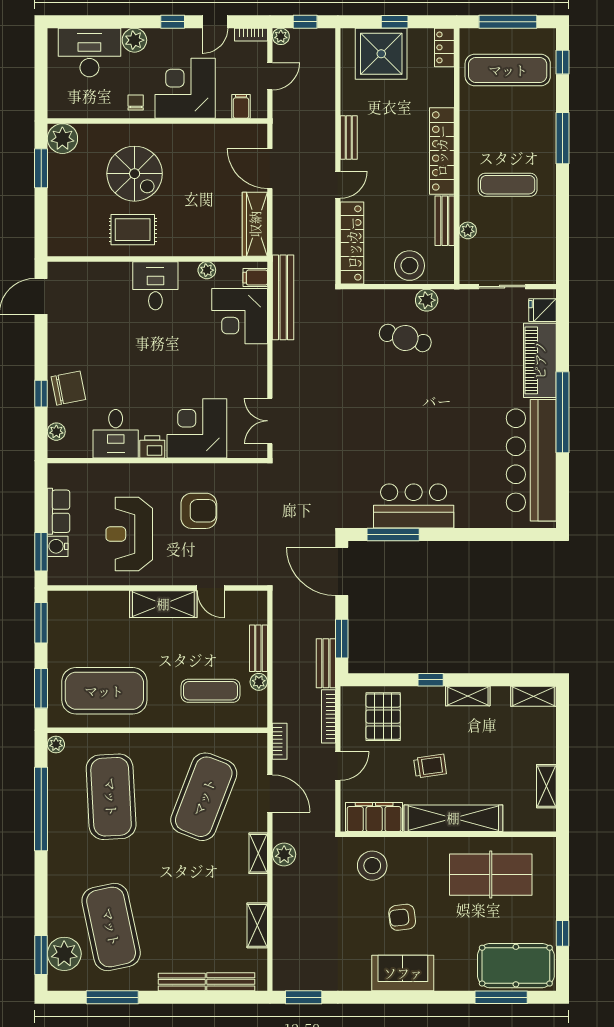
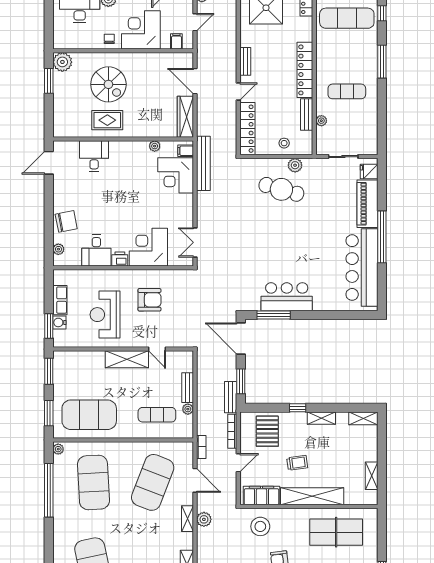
stool: (409, 266) -> (284, 143), width x0.53, depth x0.53
desk: (155, 286) -> (94, 156), moved
cafe table: (405, 338) -> (281, 189), width x1.37, depth x1.35
window: (41, 394) -> (49, 225), removed

